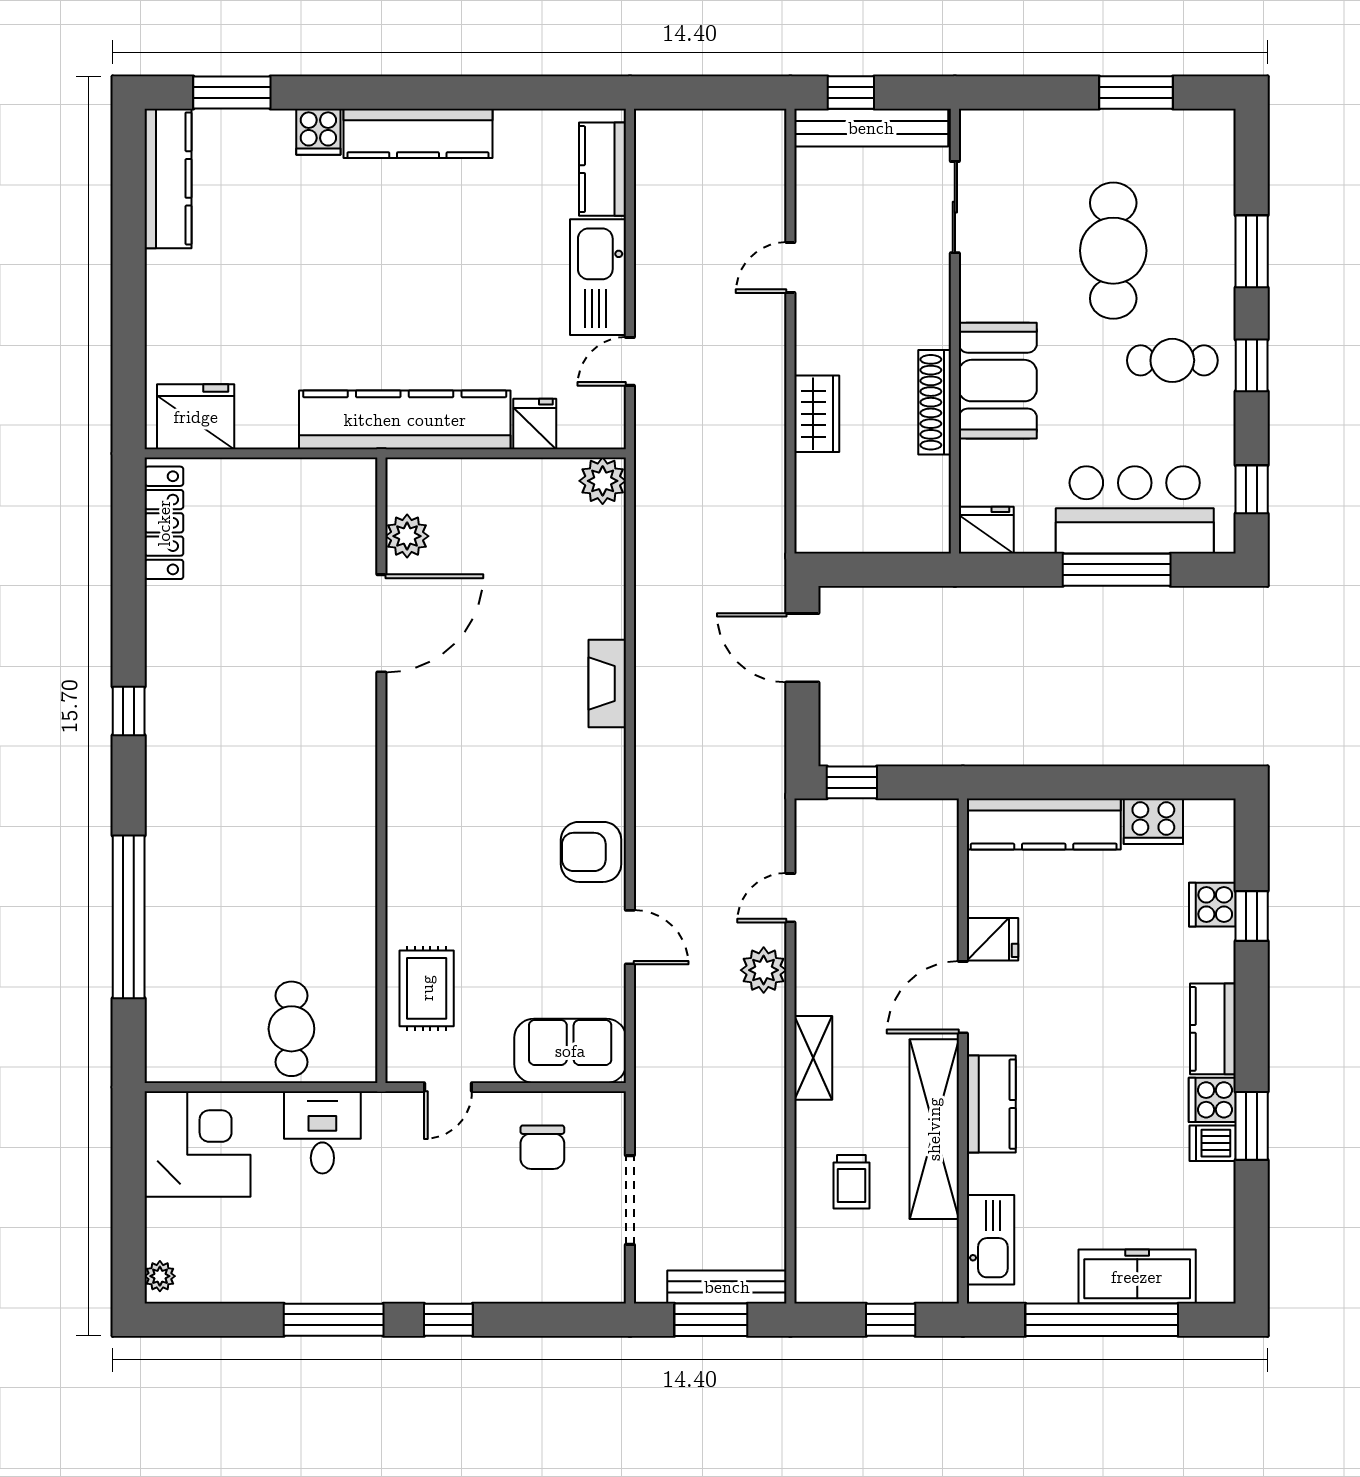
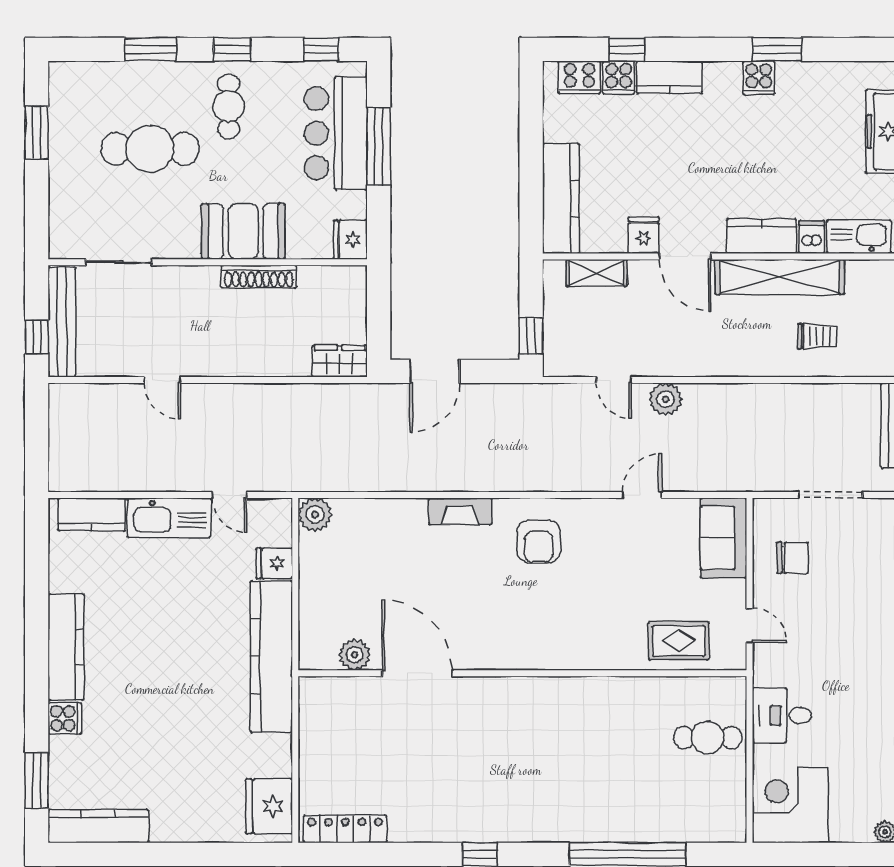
wardrobe: (817, 414) -> (340, 361), moved
cooker: (1153, 821) -> (579, 77), moved, turned 90
armchair: (591, 852) -> (539, 542), moved
kitchen counter: (1213, 1029) -> (669, 77), moved
shelving: (813, 1058) -> (597, 273), moved
dishwasher: (1213, 1143) -> (812, 237), moved, turned 180

